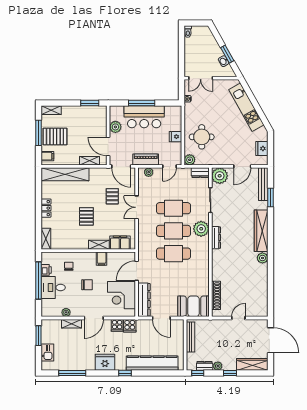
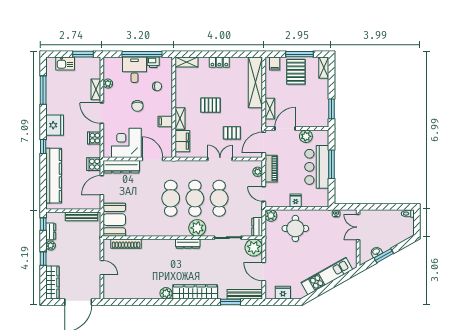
cooker: (130, 326) -> (94, 164), moved

